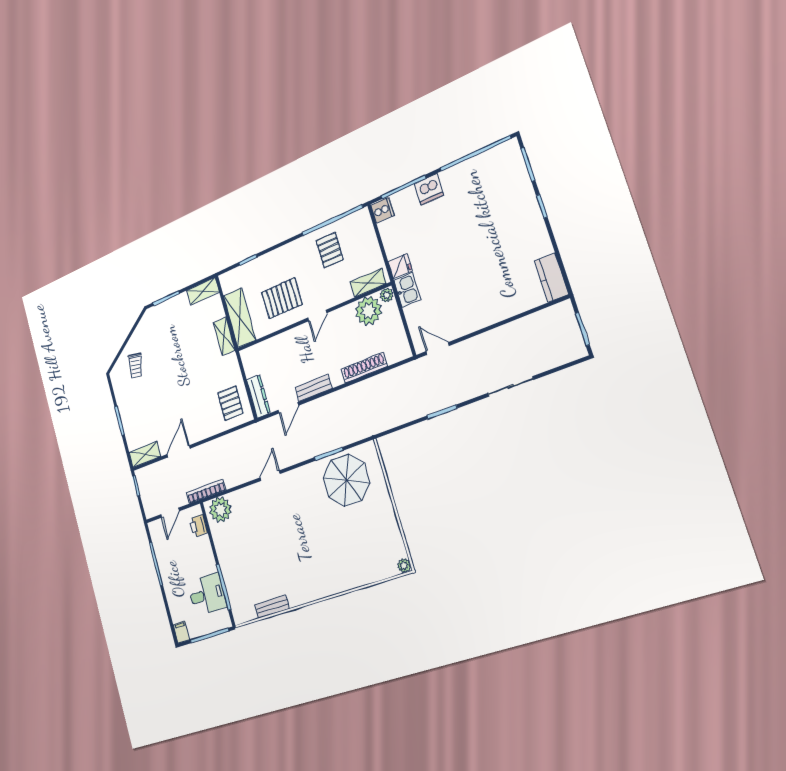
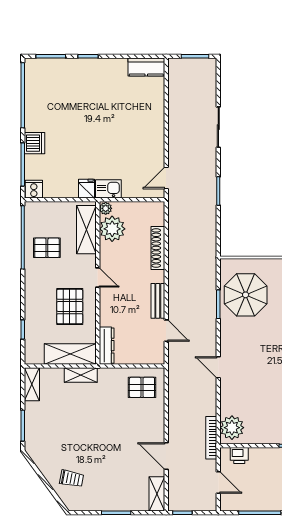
shelving: (368, 283) -> (86, 230), width x1.50, depth x1.33
dresser: (258, 396) -> (107, 346), moved, turned 90

